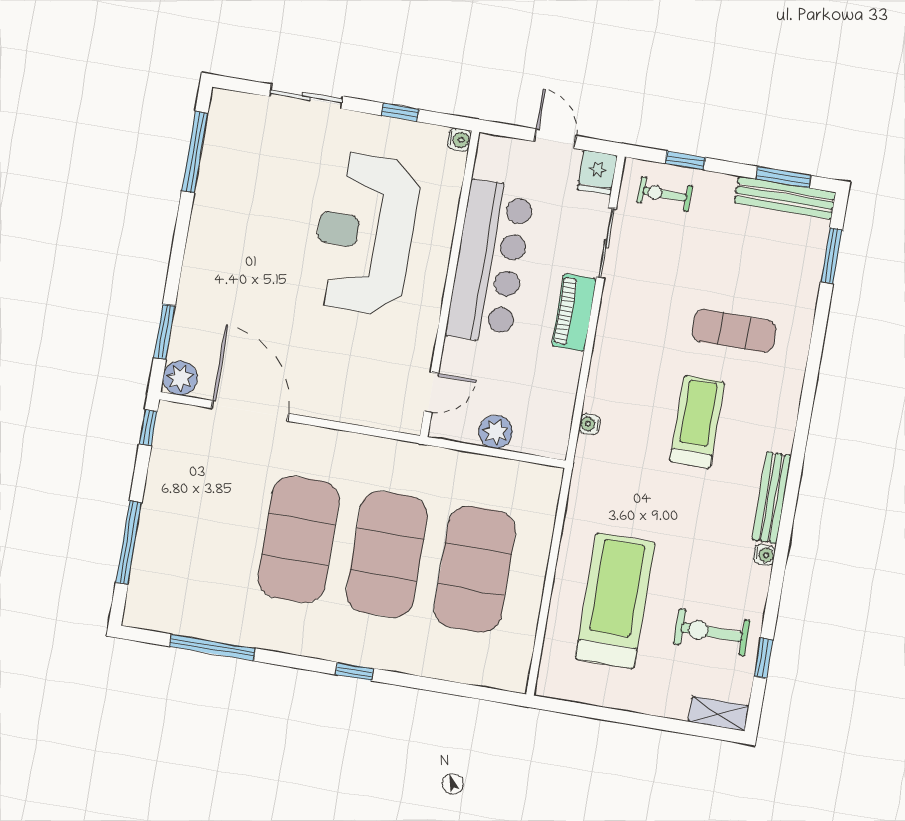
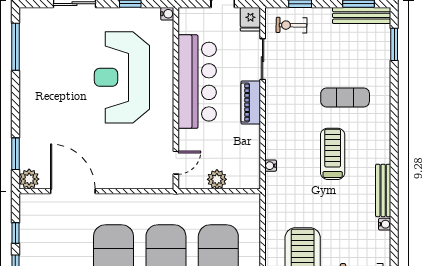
window: (148, 428) -> (15, 233), moved

